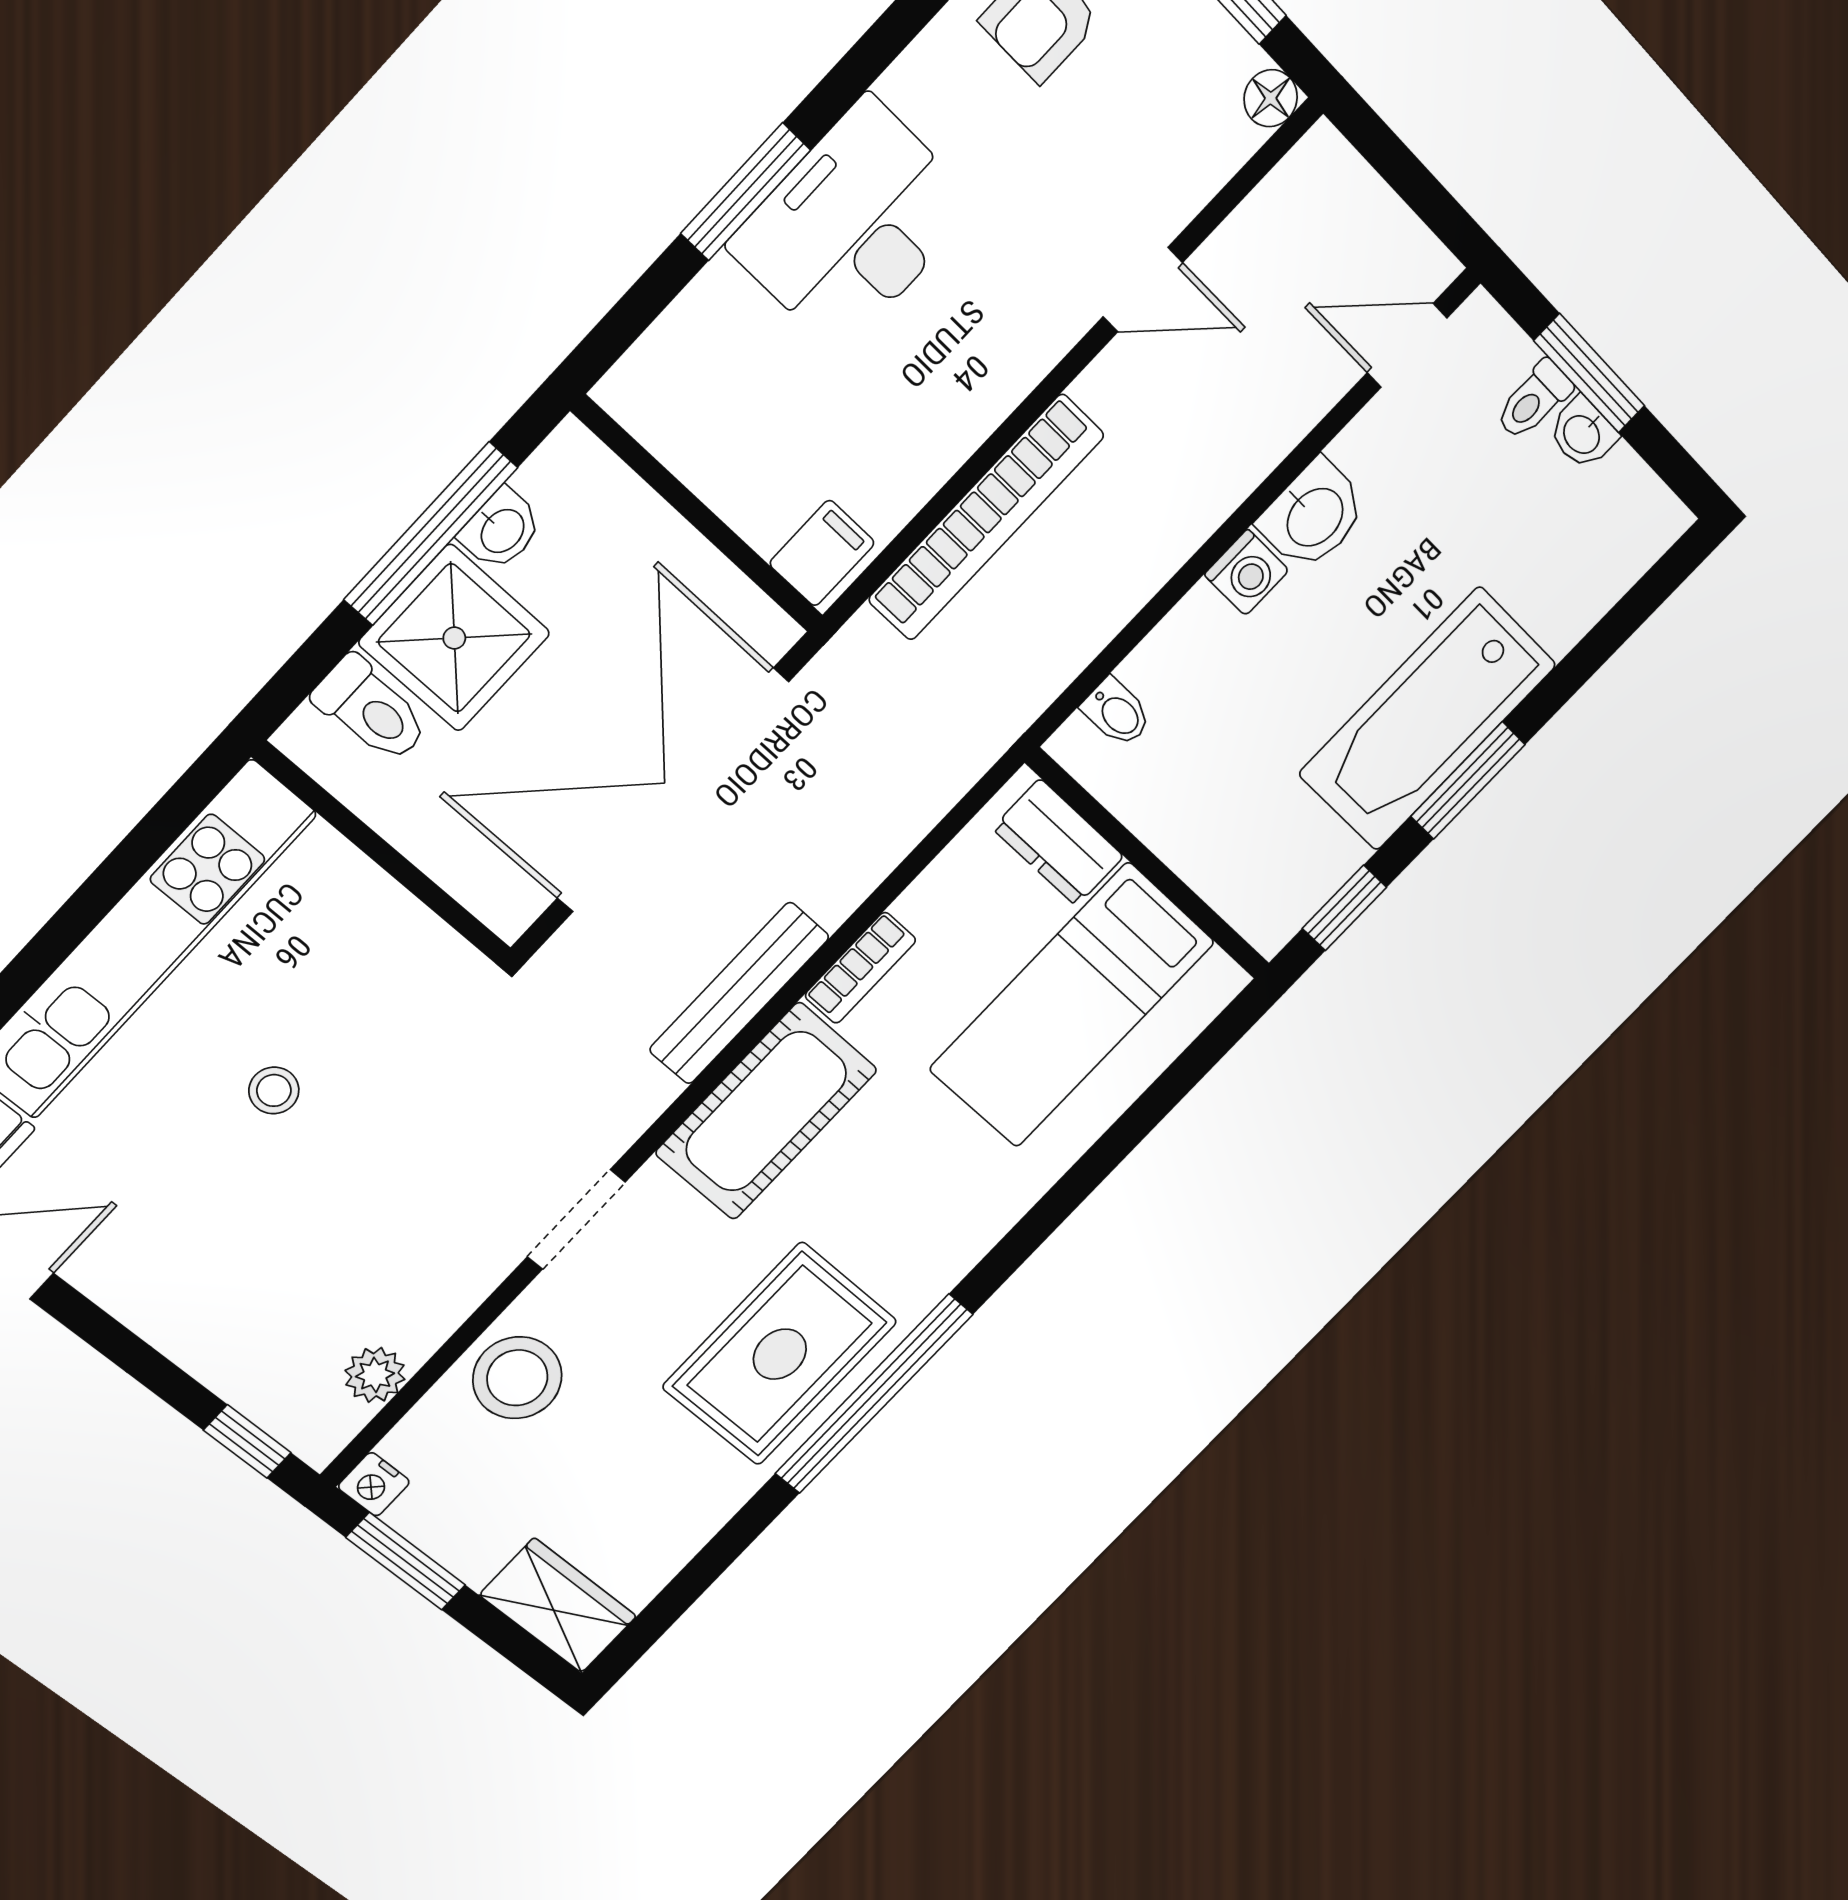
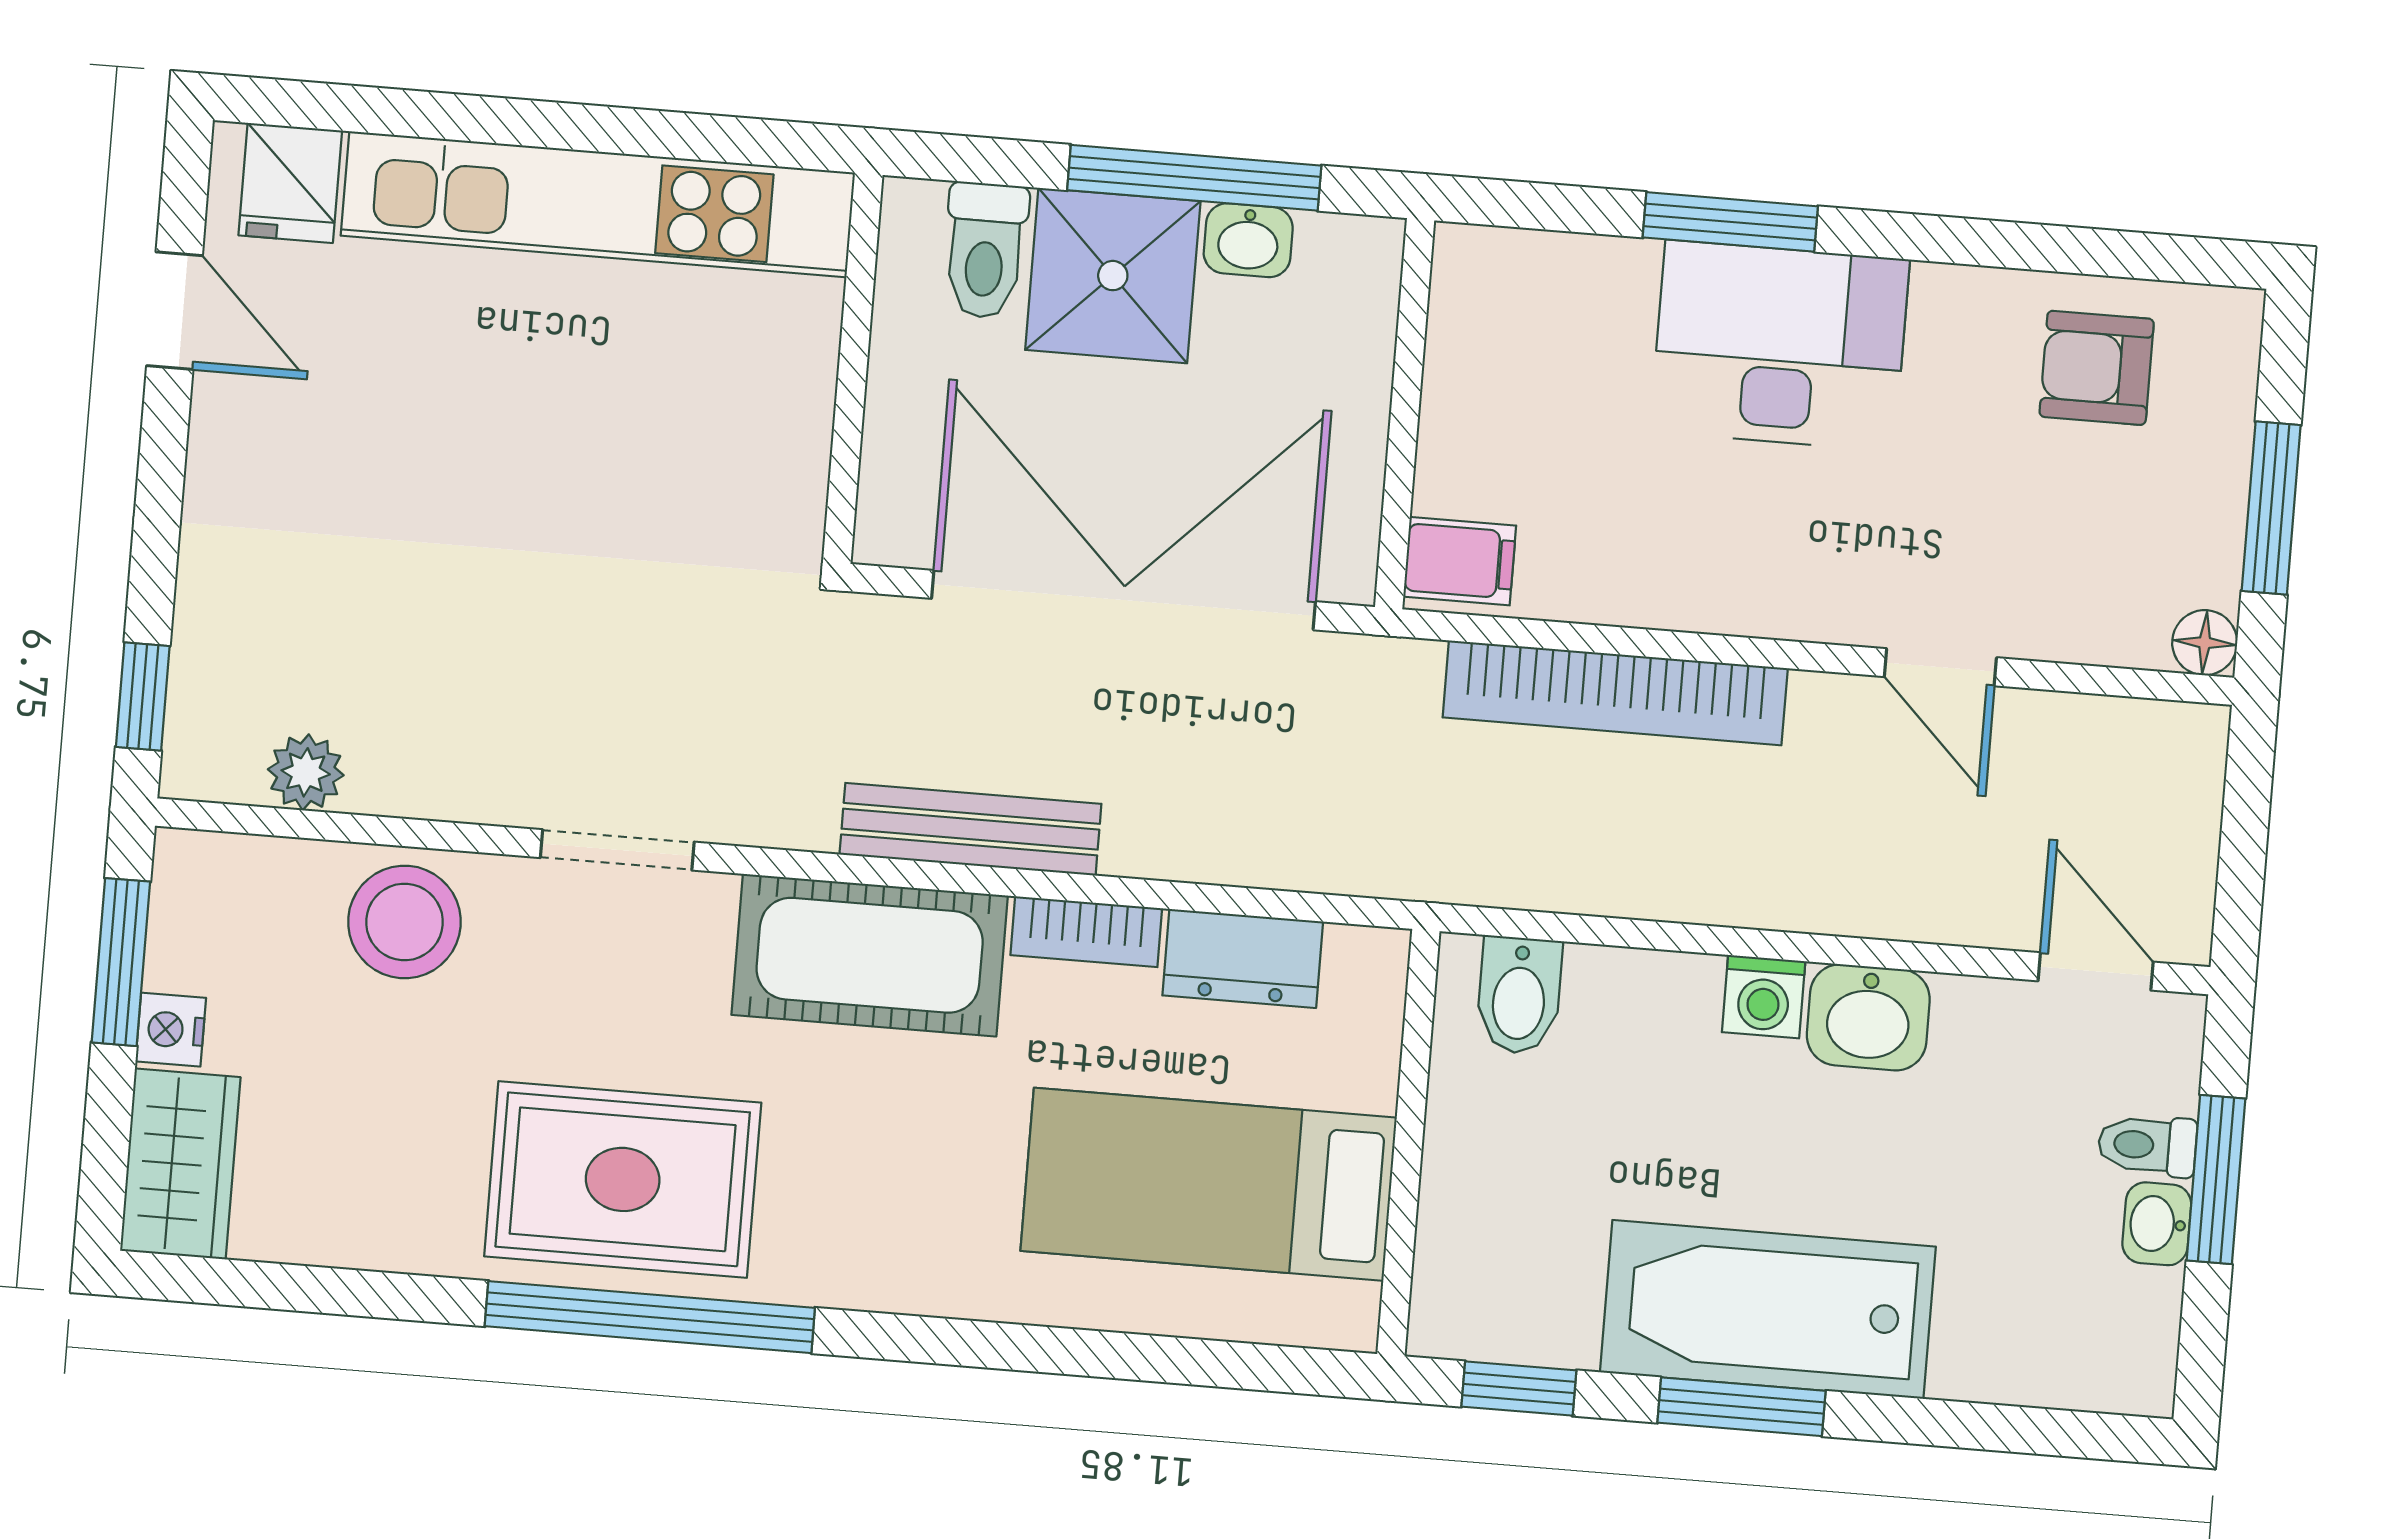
bidet: (1117, 713) -> (1519, 995), width x1.38, depth x1.36
dresser: (1058, 843) -> (1243, 958), moved, turned -90
stool: (274, 1090) -> (536, 444), removed
nightstand: (374, 1484) -> (171, 1030), moved

